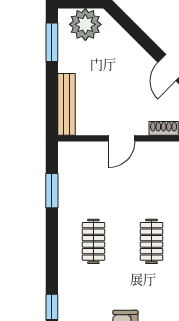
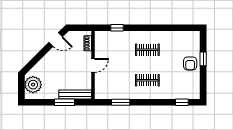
window: (52, 42) -> (65, 102), moved
door: (122, 138) -> (93, 65), hinge flipped

